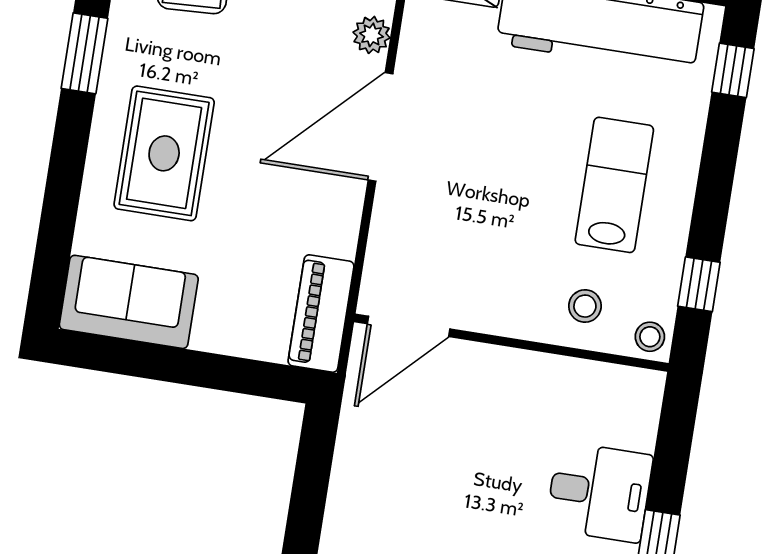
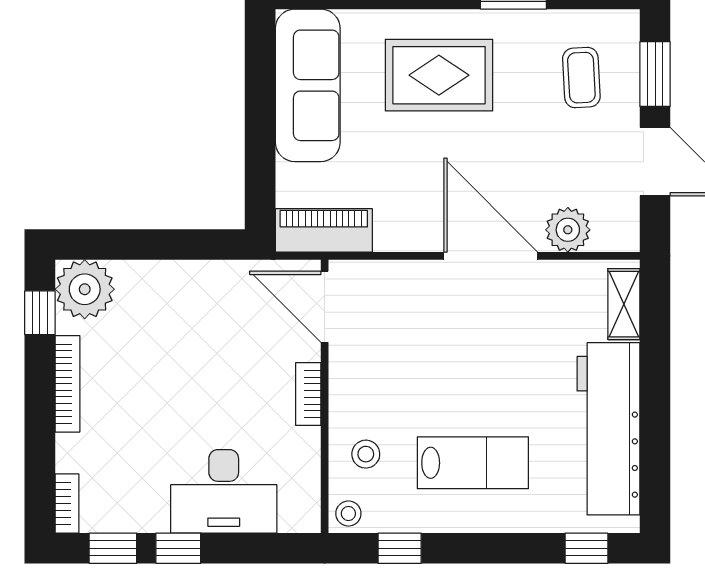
plant: (372, 35) -> (568, 230), width x1.38, depth x1.38
sofa: (129, 302) -> (308, 85), width x1.36
bookcase: (506, 361) -> (308, 394), added
desk: (599, 492) -> (224, 491), width x1.37

